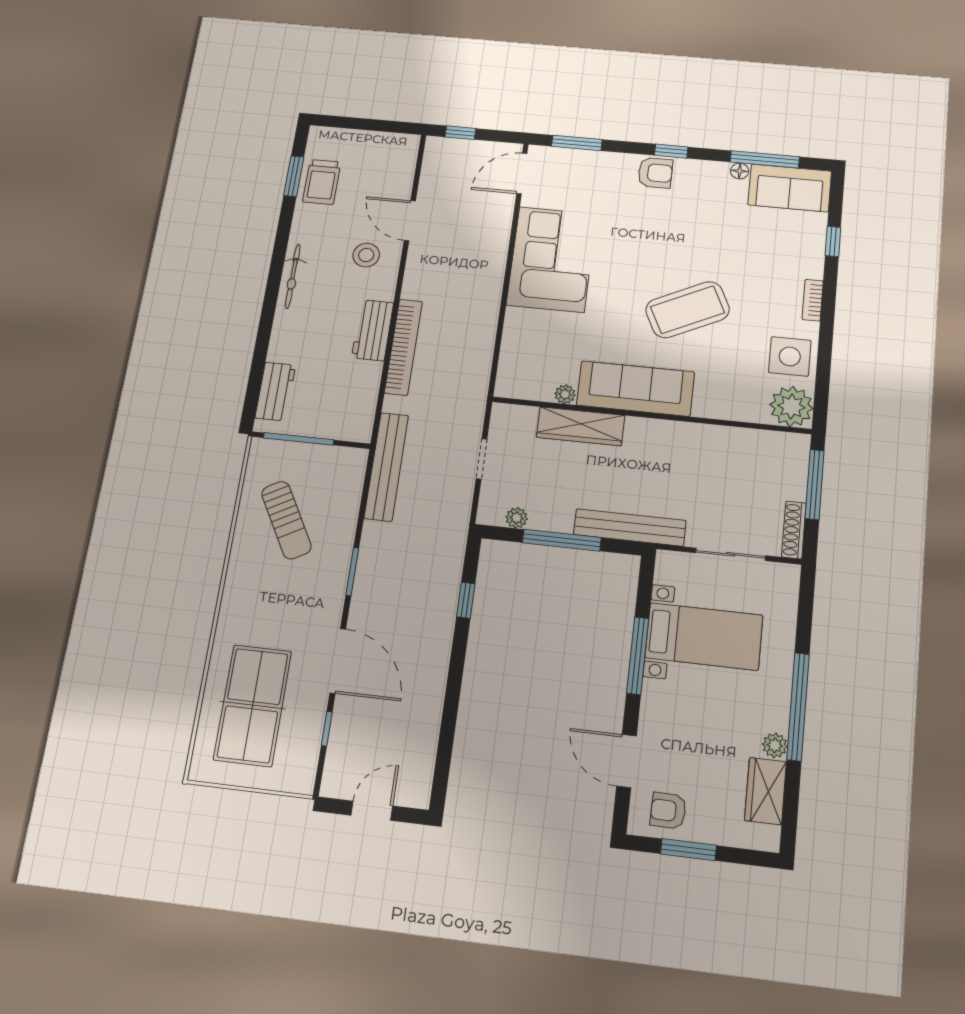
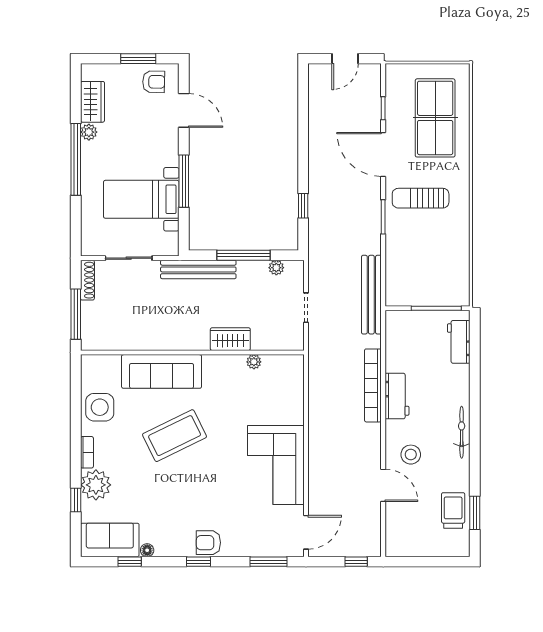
window: (765, 159) -> (130, 562), width x0.46
sofa: (635, 389) -> (162, 371), moved
plant: (791, 407) -> (96, 485), moved
wardrobe: (581, 426) -> (230, 339), width x0.67
sun lounger: (286, 520) -> (421, 198), moved, turned -61

